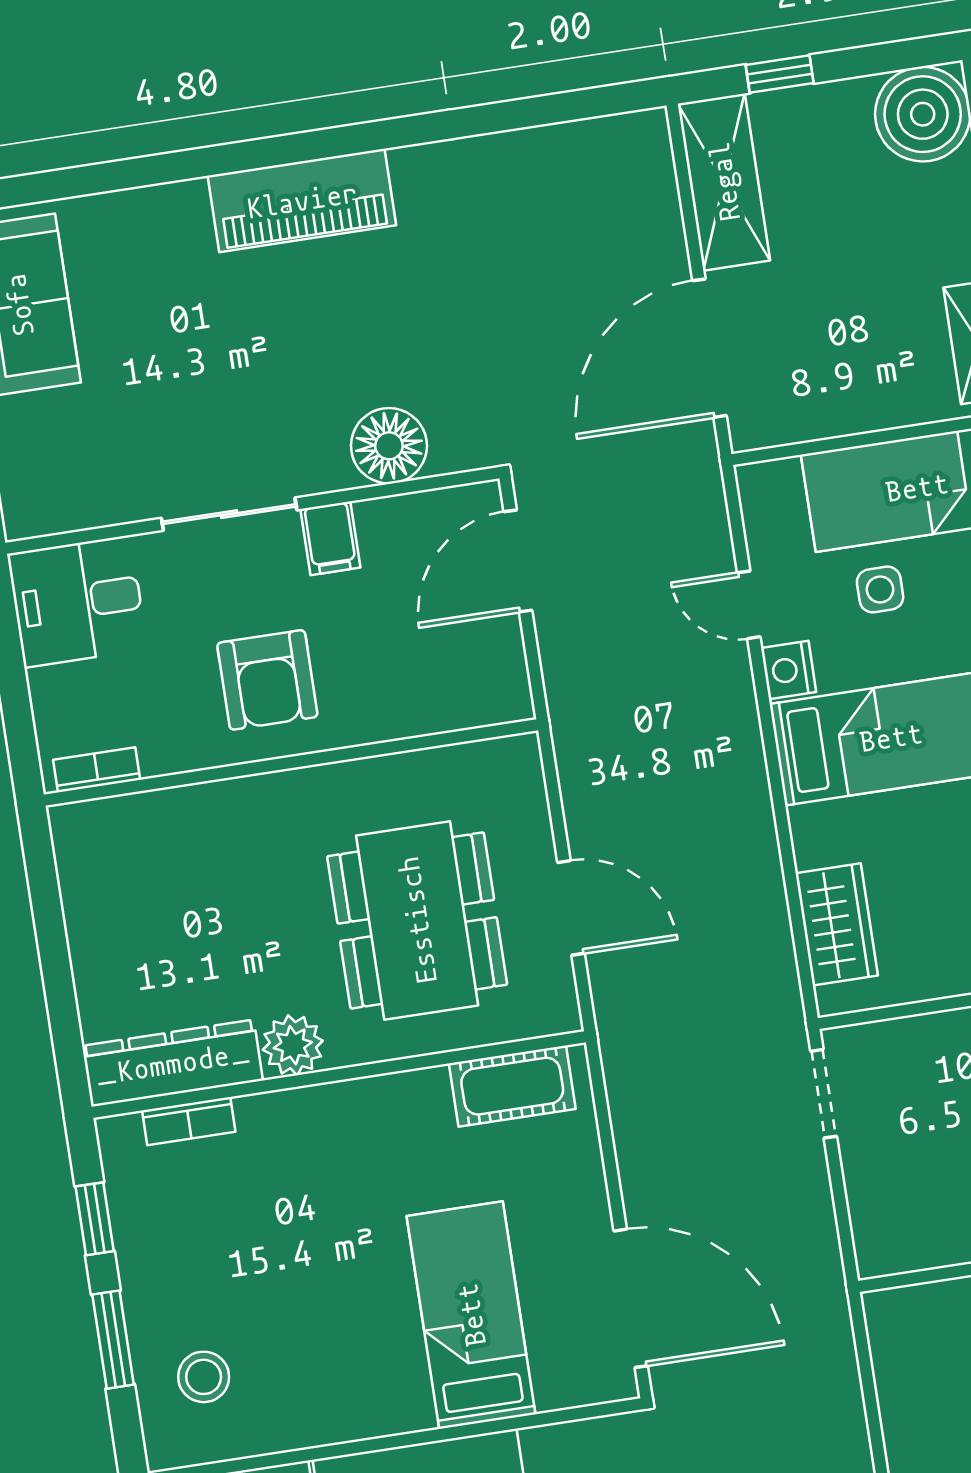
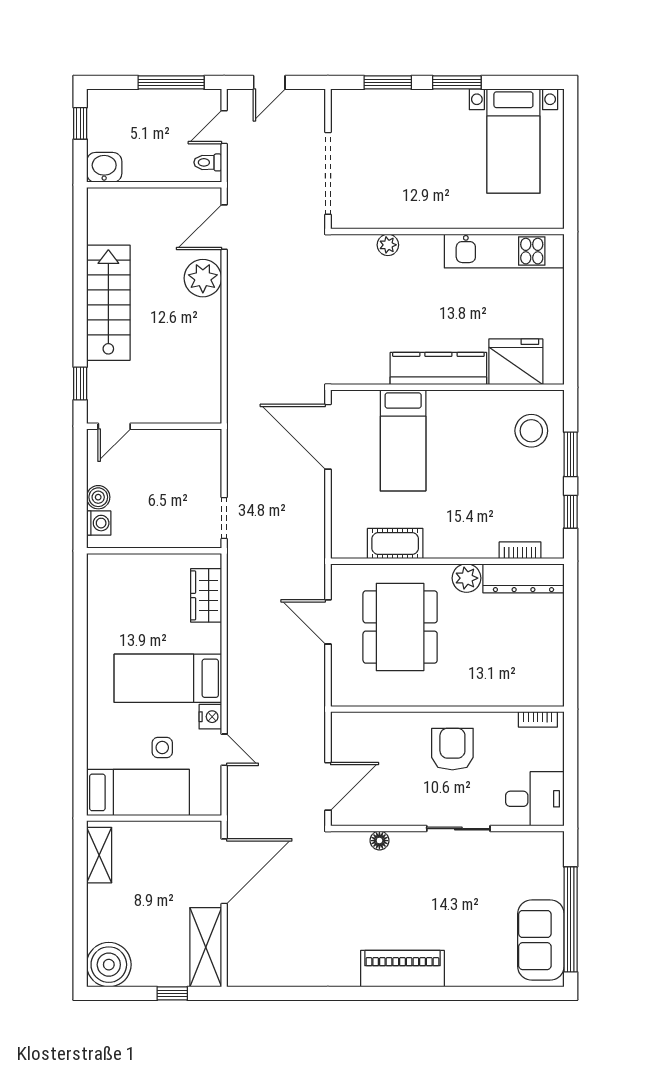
floor lamp: (389, 446) -> (379, 841), width x0.53, depth x0.53
filing cabinet: (330, 538) -> (413, 810), removed
cot: (512, 1086) -> (395, 544), moved
stool: (204, 1377) -> (531, 431), width x1.38, depth x1.38

